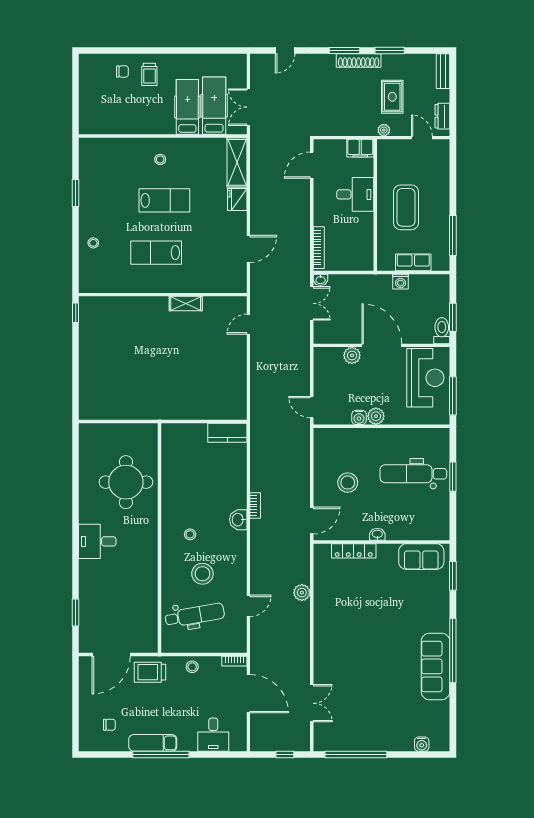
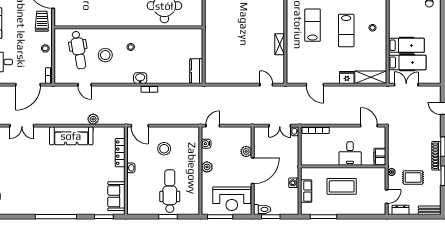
trolley: (149, 74) -> (427, 21), removed
water cooler: (359, 417) -> (206, 144), moved
sofa: (436, 666) -> (71, 136), moved, turned 180

